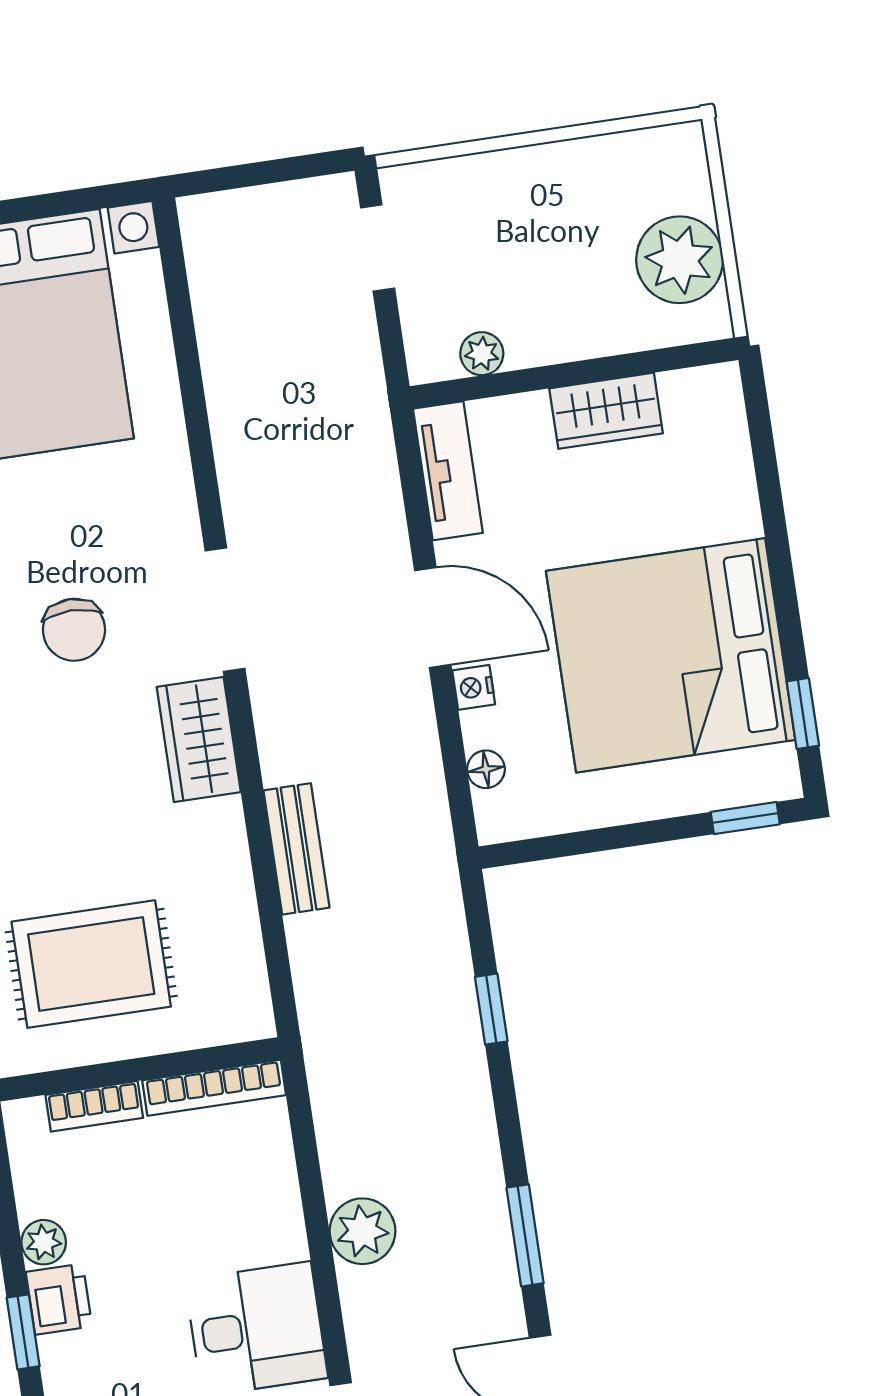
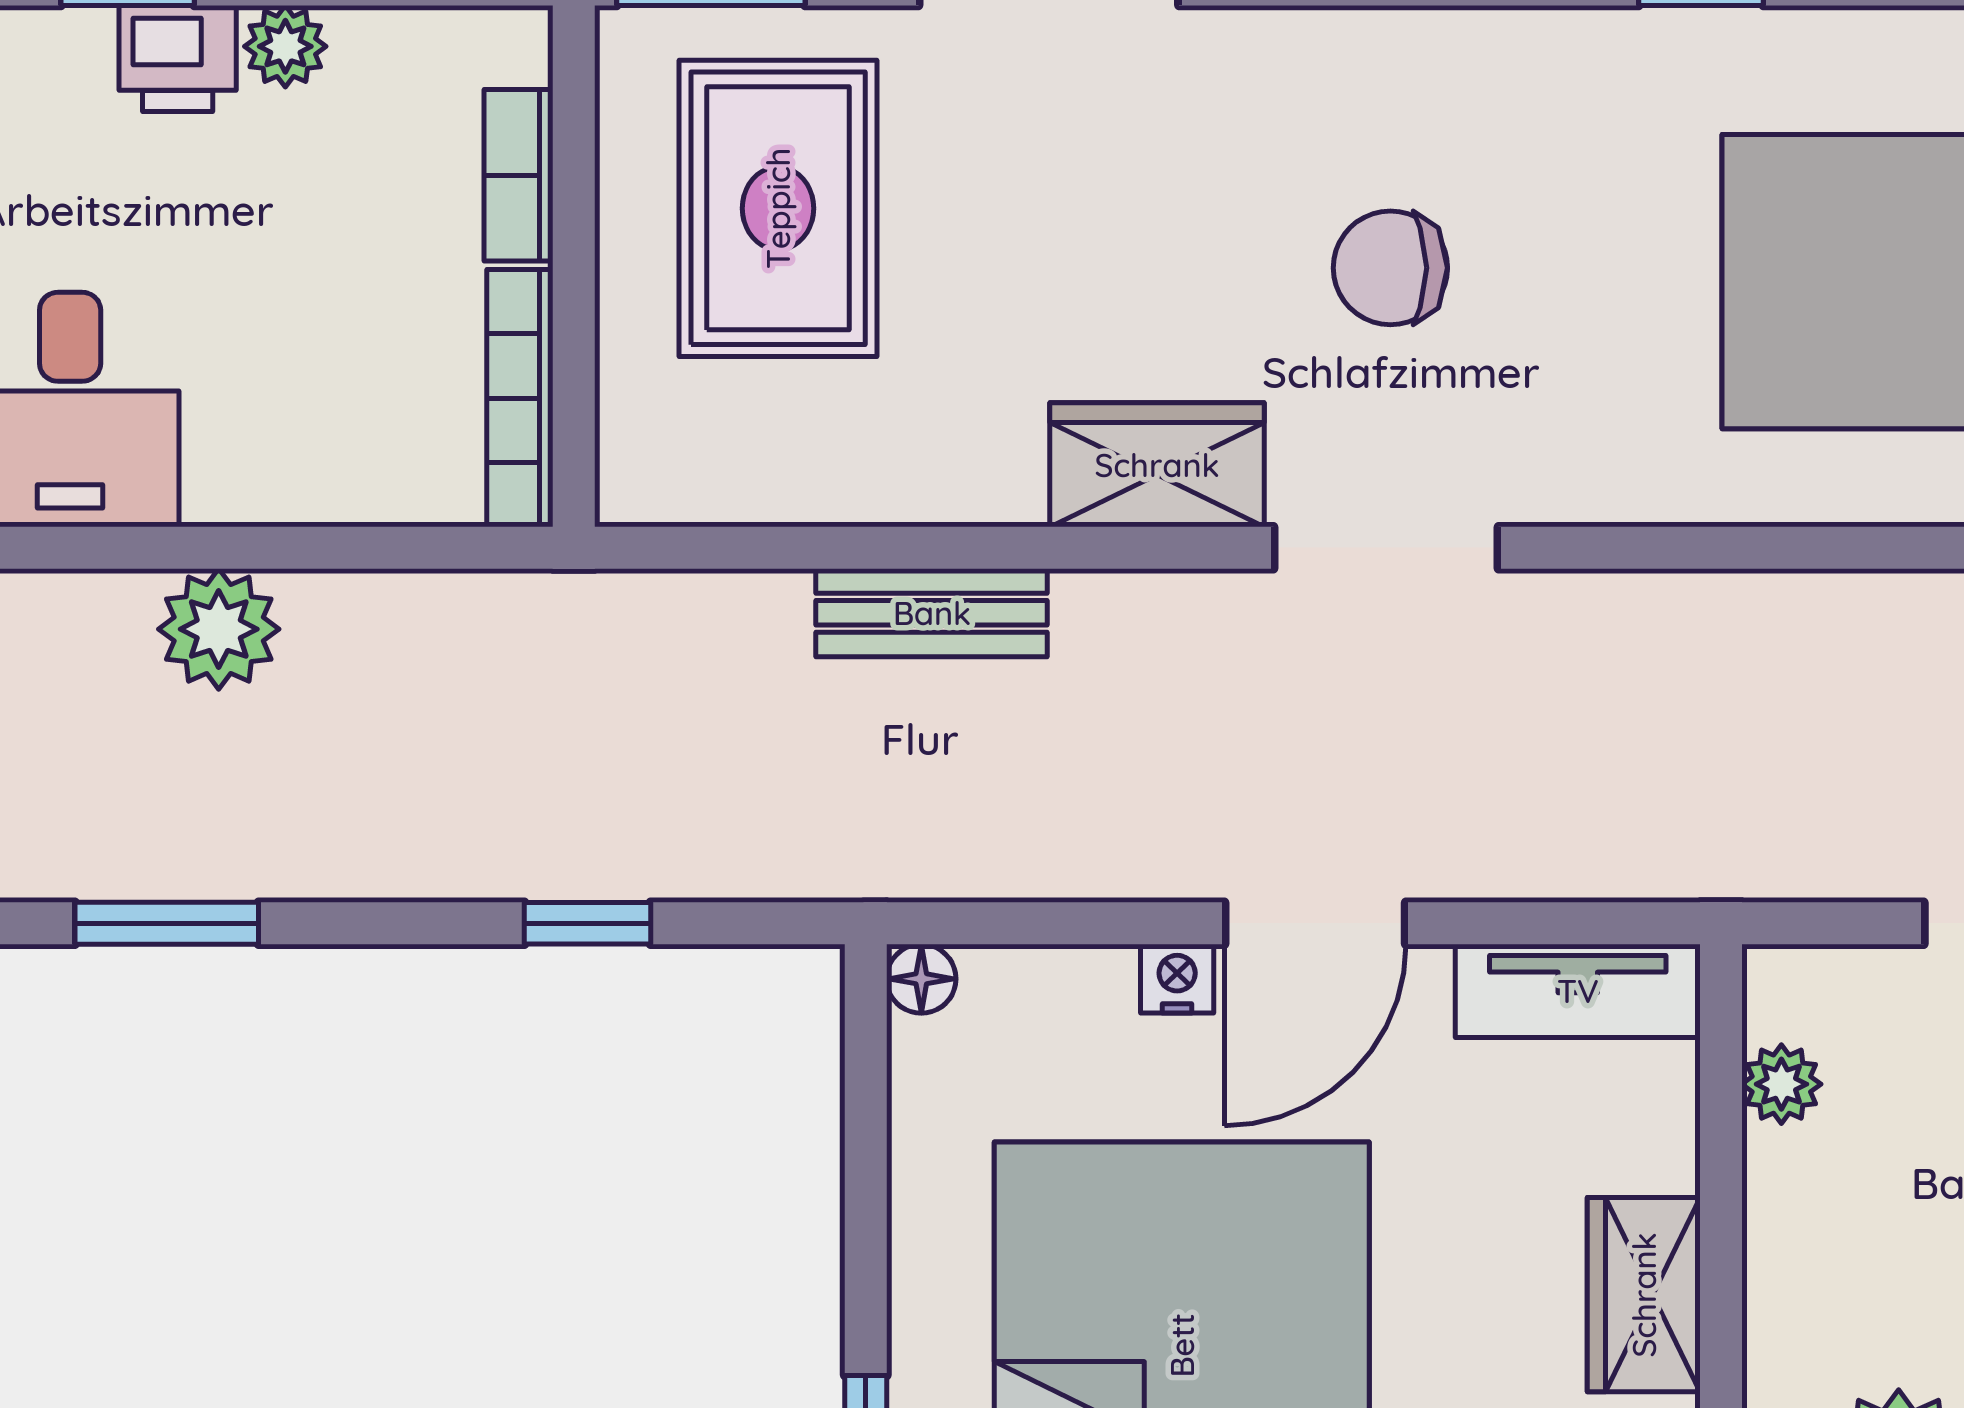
floor lamp: (486, 769) -> (921, 979), moved

